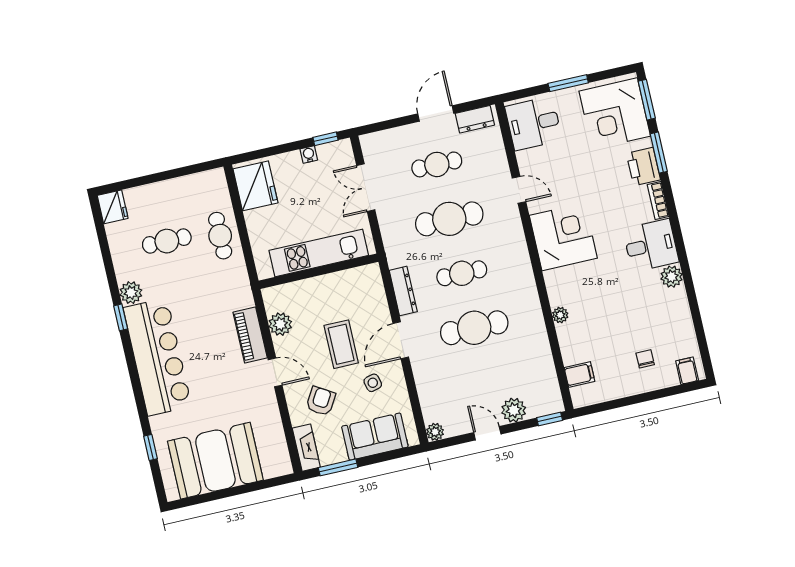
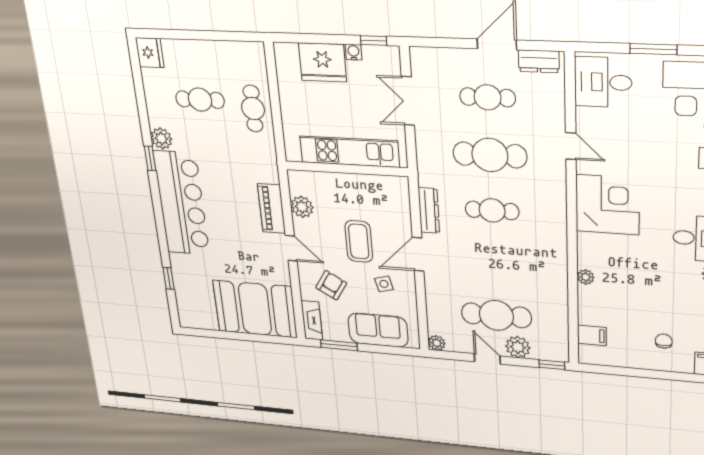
fridge: (255, 186) -> (323, 62), moved, turned 90
cafe table: (474, 328) -> (496, 315), moved
booth: (215, 461) -> (255, 309), moved

